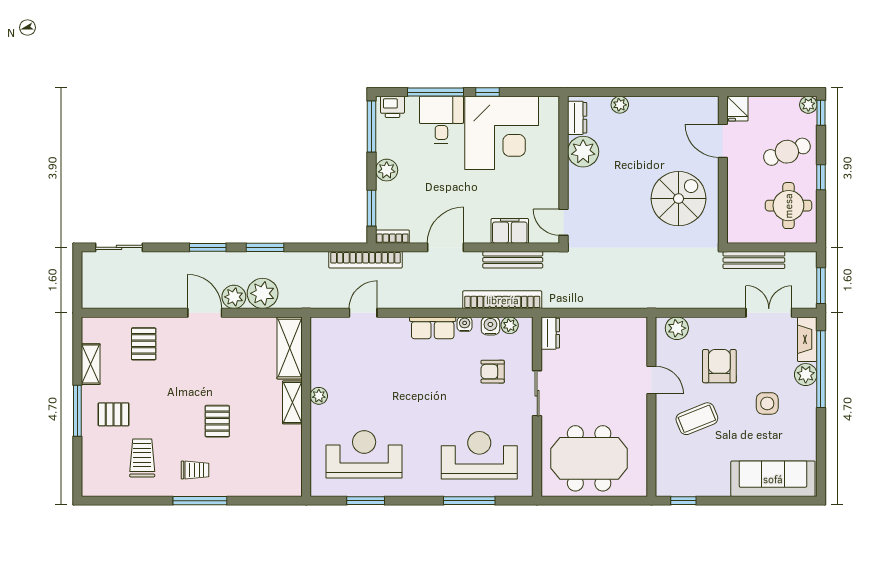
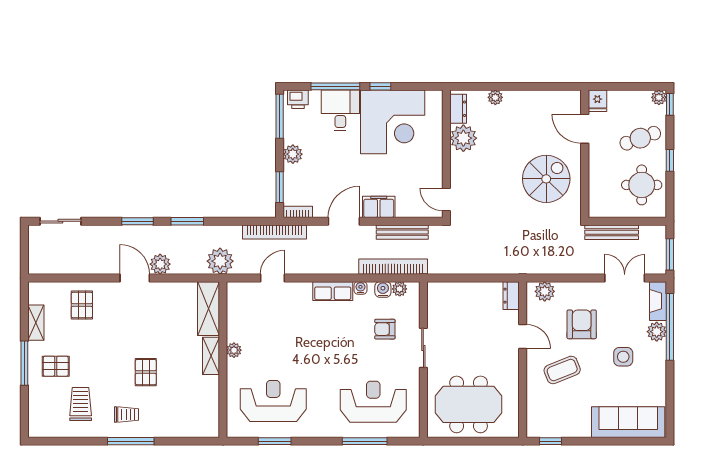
filing cabinet: (510, 231) -> (379, 207), moved
plant: (263, 293) -> (220, 261), moved
dresser: (550, 333) -> (511, 296), moved, turned 180

